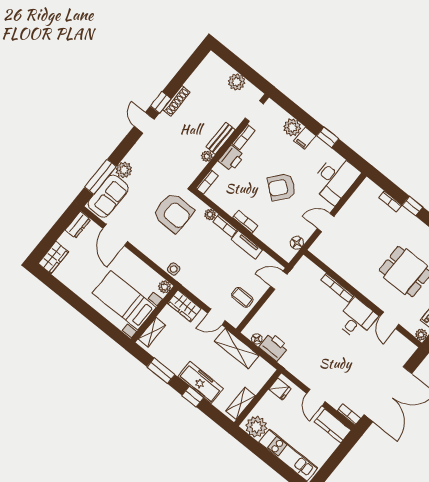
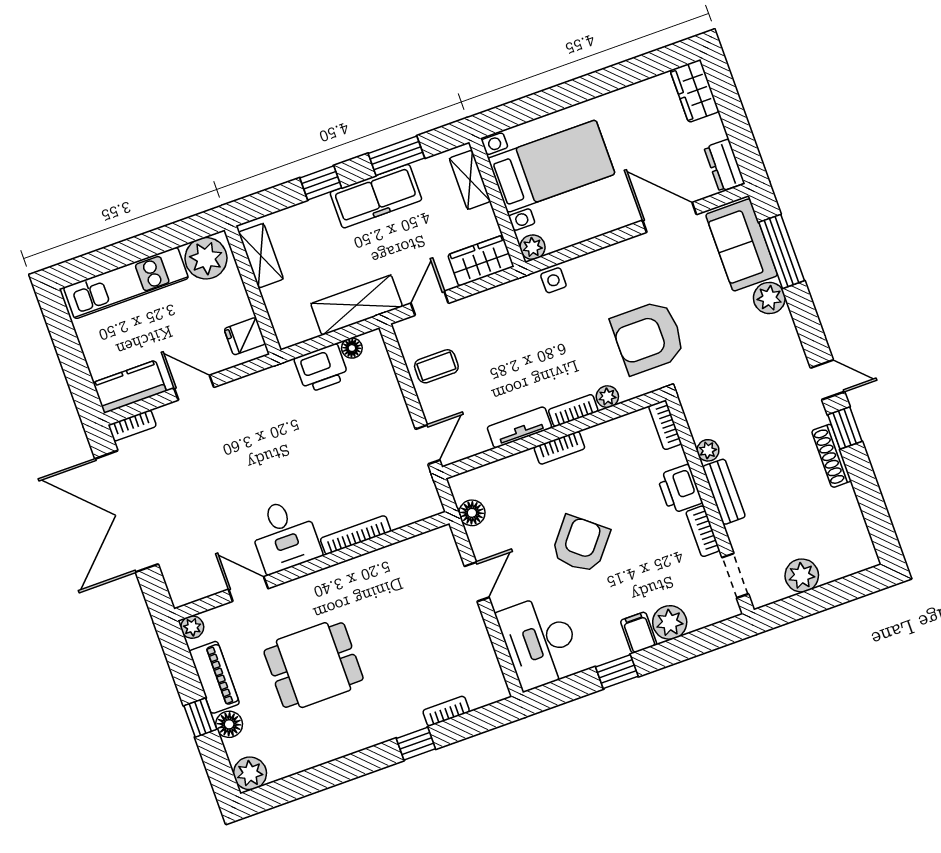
freezer: (201, 382) -> (376, 196), moved

